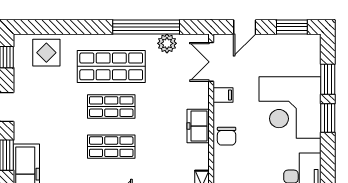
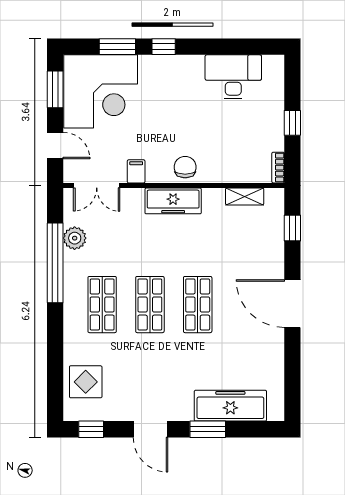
shop shelf: (111, 66) -> (102, 305), width x0.70, depth x0.74
corner desk: (290, 107) -> (101, 91), moved
window: (328, 118) -> (164, 47), width x0.67
freezer: (198, 126) -> (173, 201), width x1.40
chair: (227, 136) -> (185, 167), turned -90

